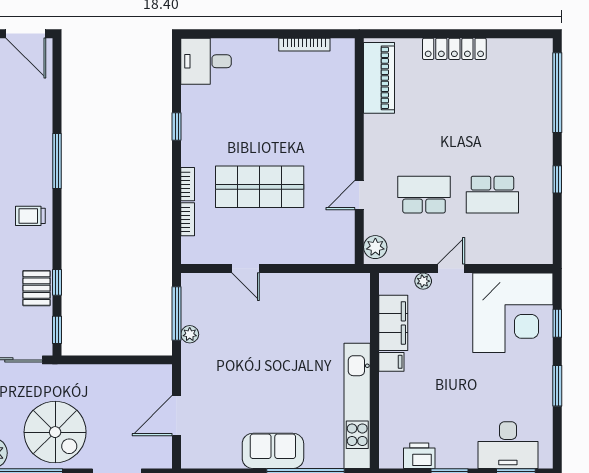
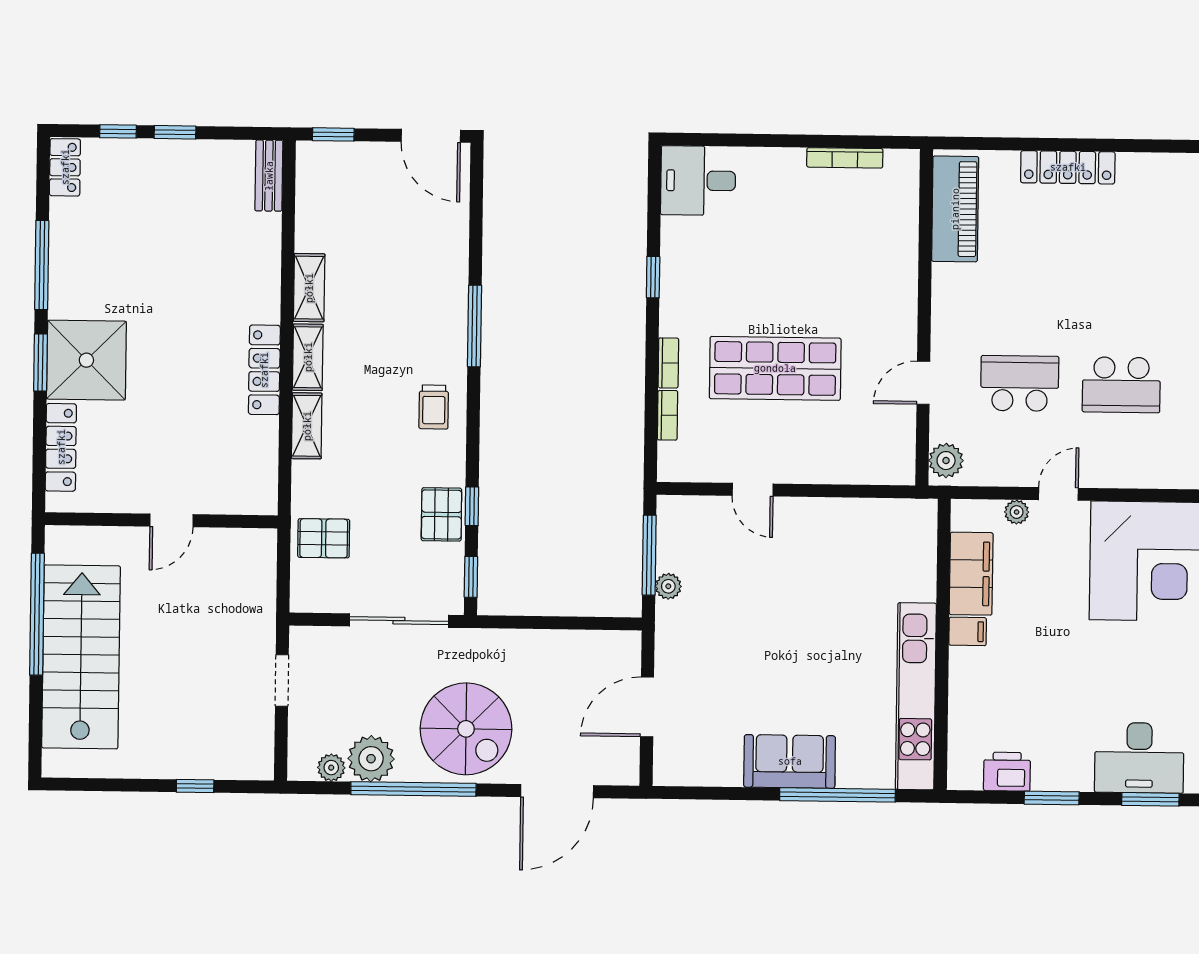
trolley: (30, 216) -> (434, 407), turned -90

